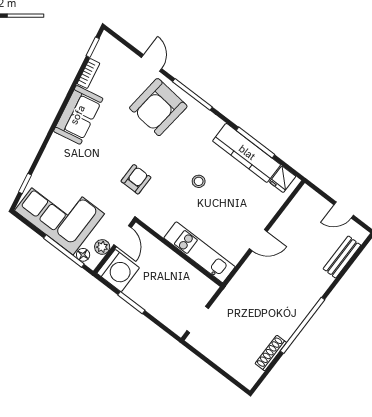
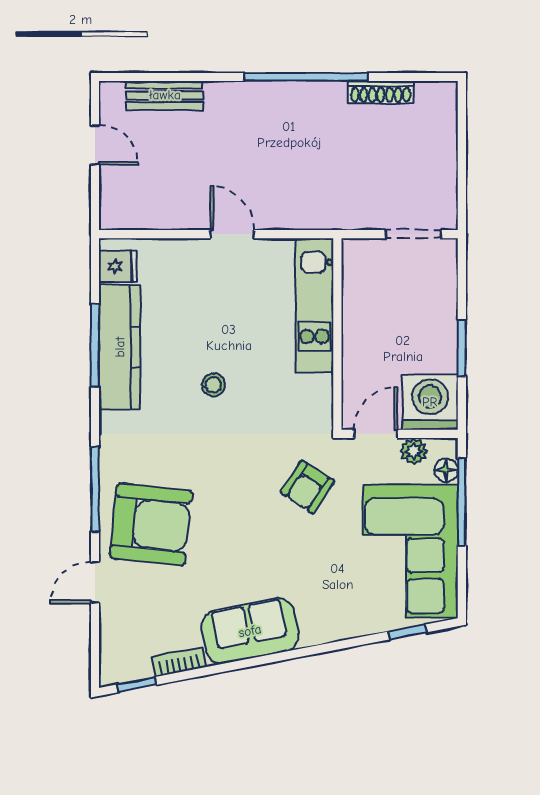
armchair: (136, 179) -> (307, 487), moved, turned -57

